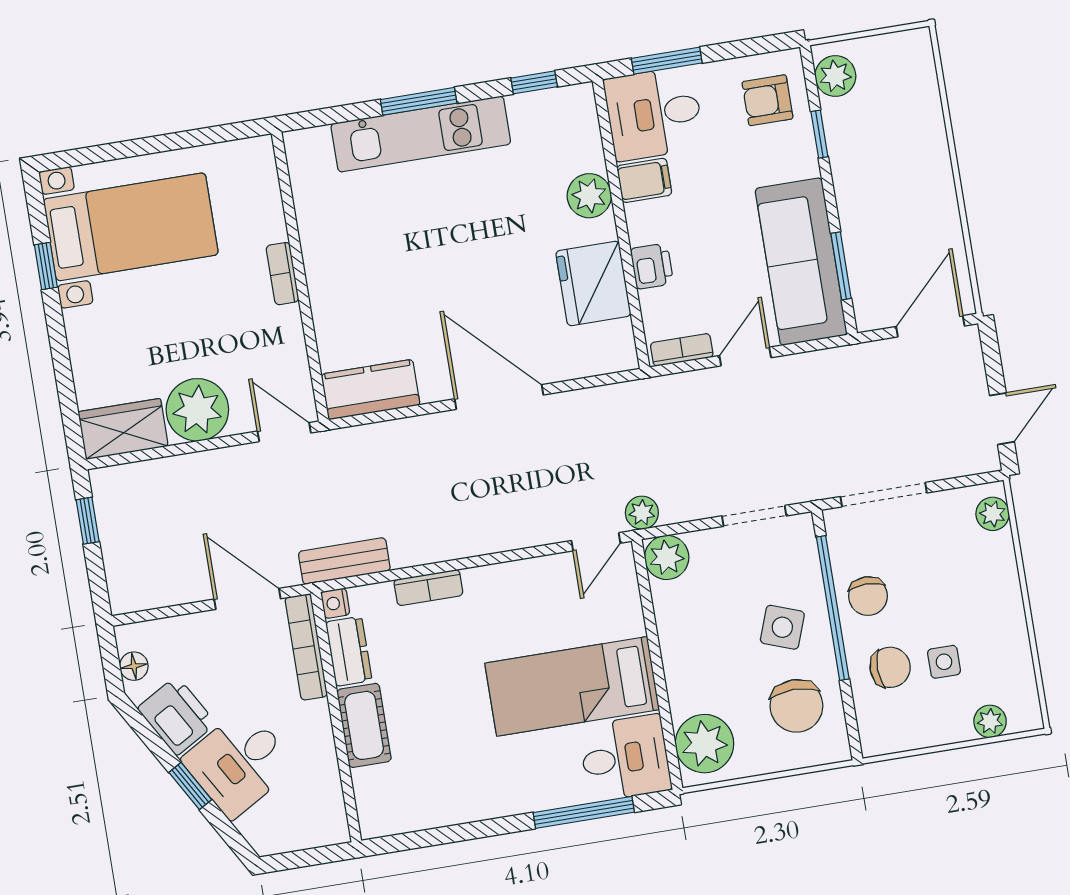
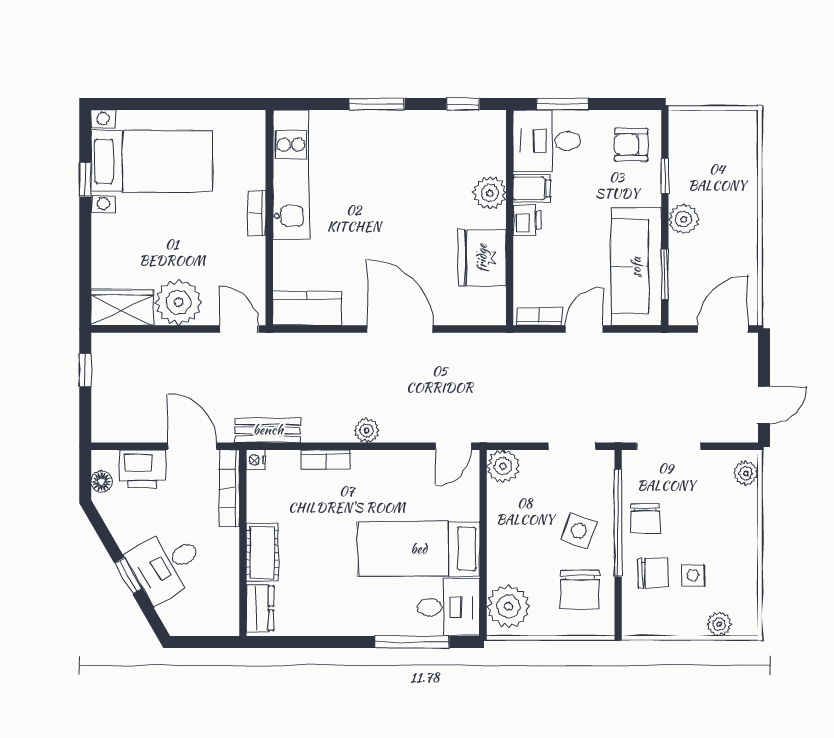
plant: (835, 76) -> (684, 219), moved
kitchen unit: (421, 134) -> (291, 174), moved, turned -90
printer: (652, 266) -> (527, 220), moved
plant: (642, 513) -> (367, 431), moved
dresser: (349, 651) -> (260, 608), moved
printer: (177, 716) -> (142, 469), moved, turned 120

